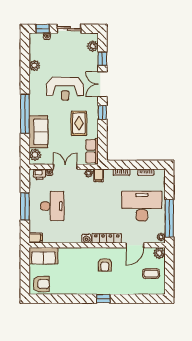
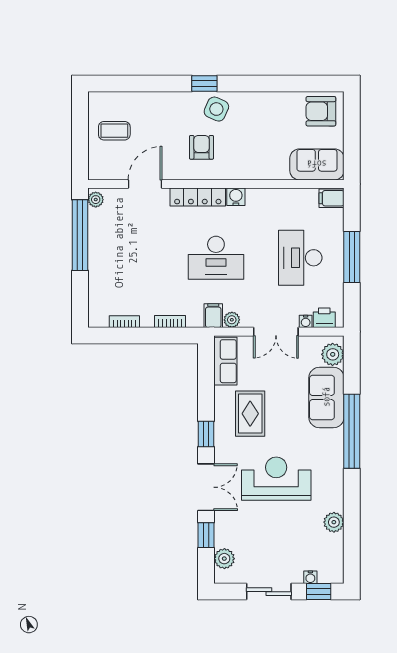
desk: (142, 206) -> (216, 258), moved, width x0.73, depth x0.77
plant: (159, 253) -> (99, 169), removed
side table: (97, 285) -> (216, 109), added

